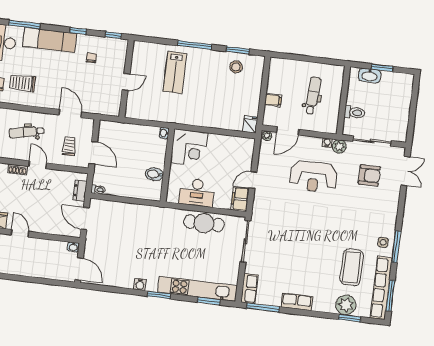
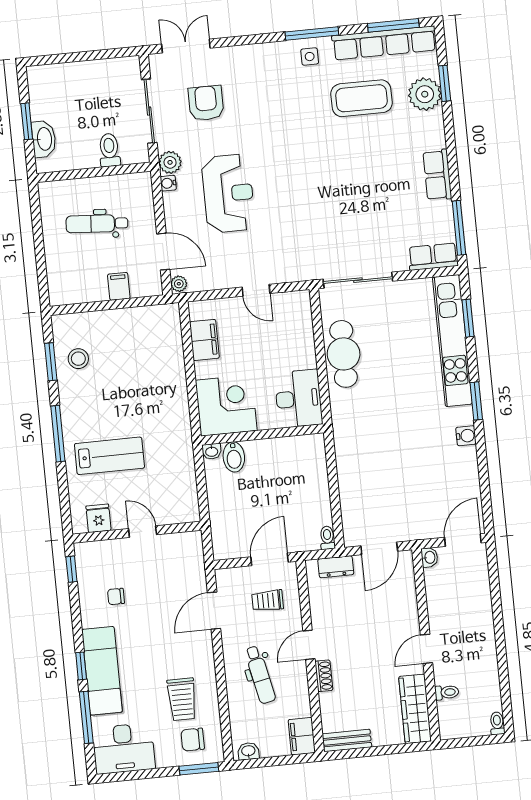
window: (78, 31) -> (81, 666), moved
fridge: (250, 124) -> (98, 518), moved, turned 90
bidet: (154, 174) -> (234, 457), moved
desk: (197, 192) -> (299, 399), moved
filing cabinet: (240, 199) -> (204, 340), moved, turned -90

